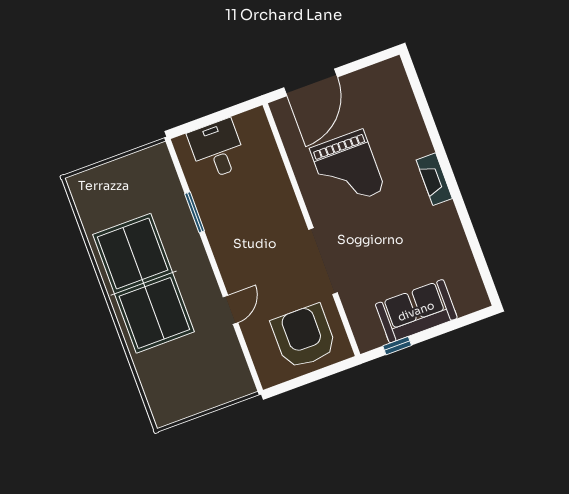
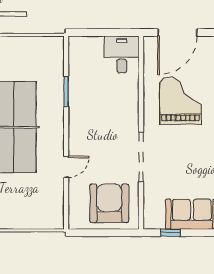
desk: (217, 149) -> (122, 54), moved
grand piano: (347, 169) -> (181, 101), turned 180

